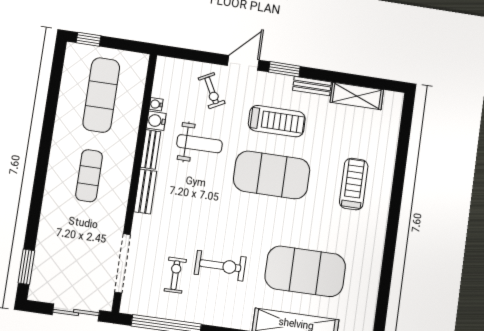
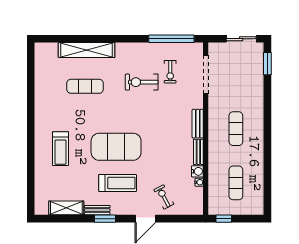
window: (88, 39) -> (224, 219), moved
window: (284, 69) -> (105, 219), moved
exercise mat: (101, 95) -> (236, 183), width x0.73, depth x0.69
treadmill: (277, 121) -> (118, 183), turned 180
weight bench: (199, 144) -> (167, 160), removed
exercise mat: (305, 271) -> (85, 86), width x0.50, depth x0.69
sliding door: (76, 313) -> (241, 39), moved

